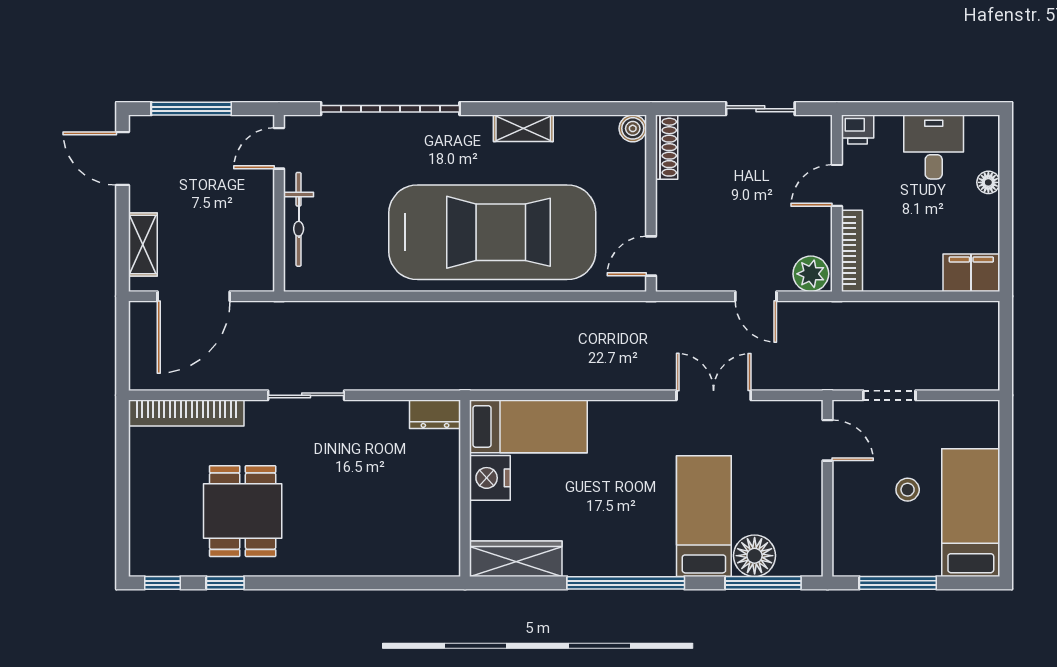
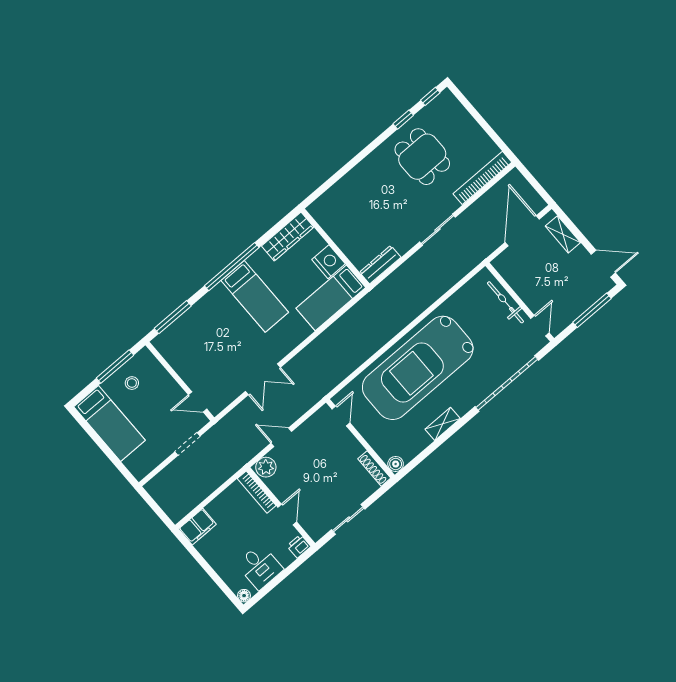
floor lamp: (988, 182) -> (244, 596), moved
dresser: (435, 414) -> (380, 265), width x1.44
stool: (908, 490) -> (132, 383), moved
bed: (704, 516) -> (255, 296), moved
floor lamp: (755, 556) -> (186, 326), removed

